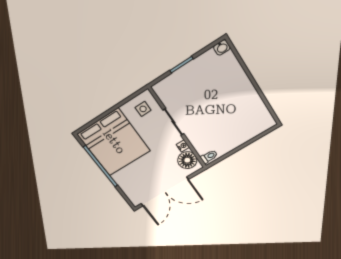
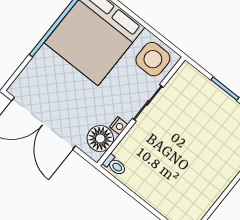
side table: (143, 109) -> (153, 59), width x1.87, depth x1.87

